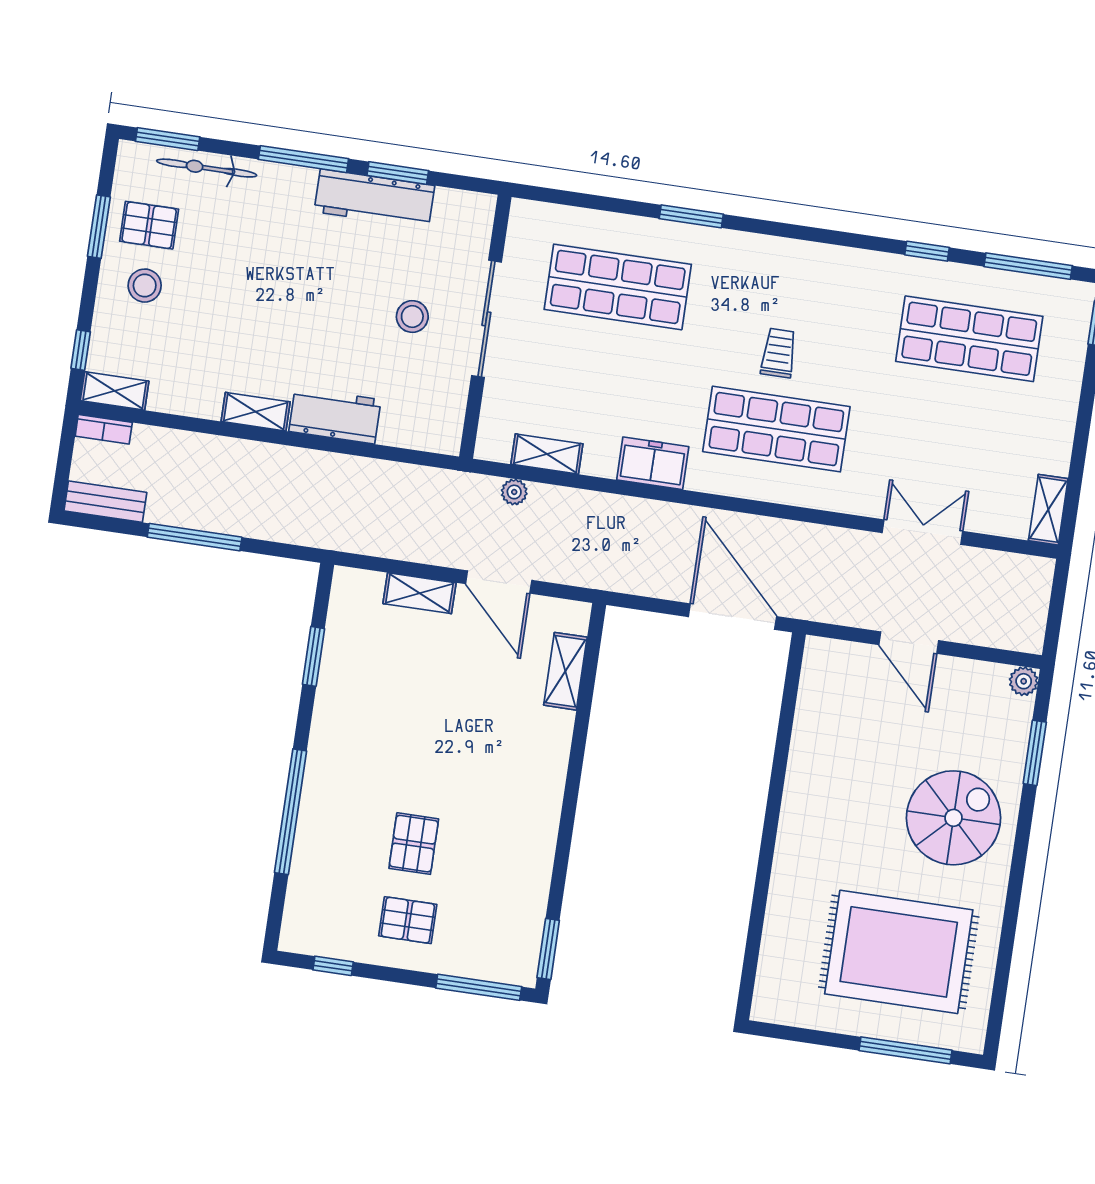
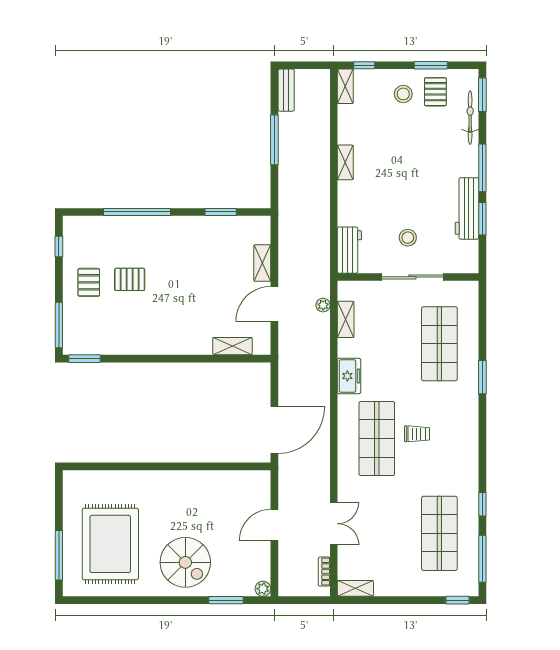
workbench: (335, 416) -> (349, 250), moved
bookcase: (104, 429) -> (324, 572), moved

